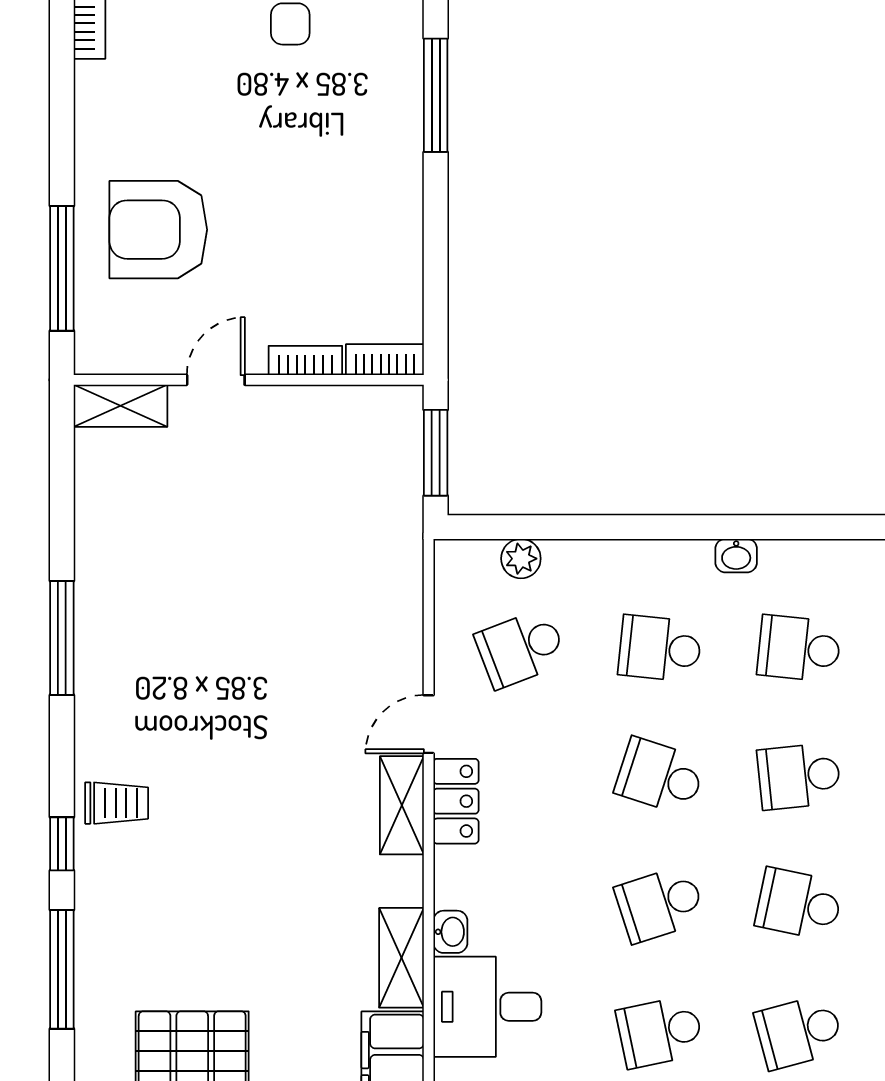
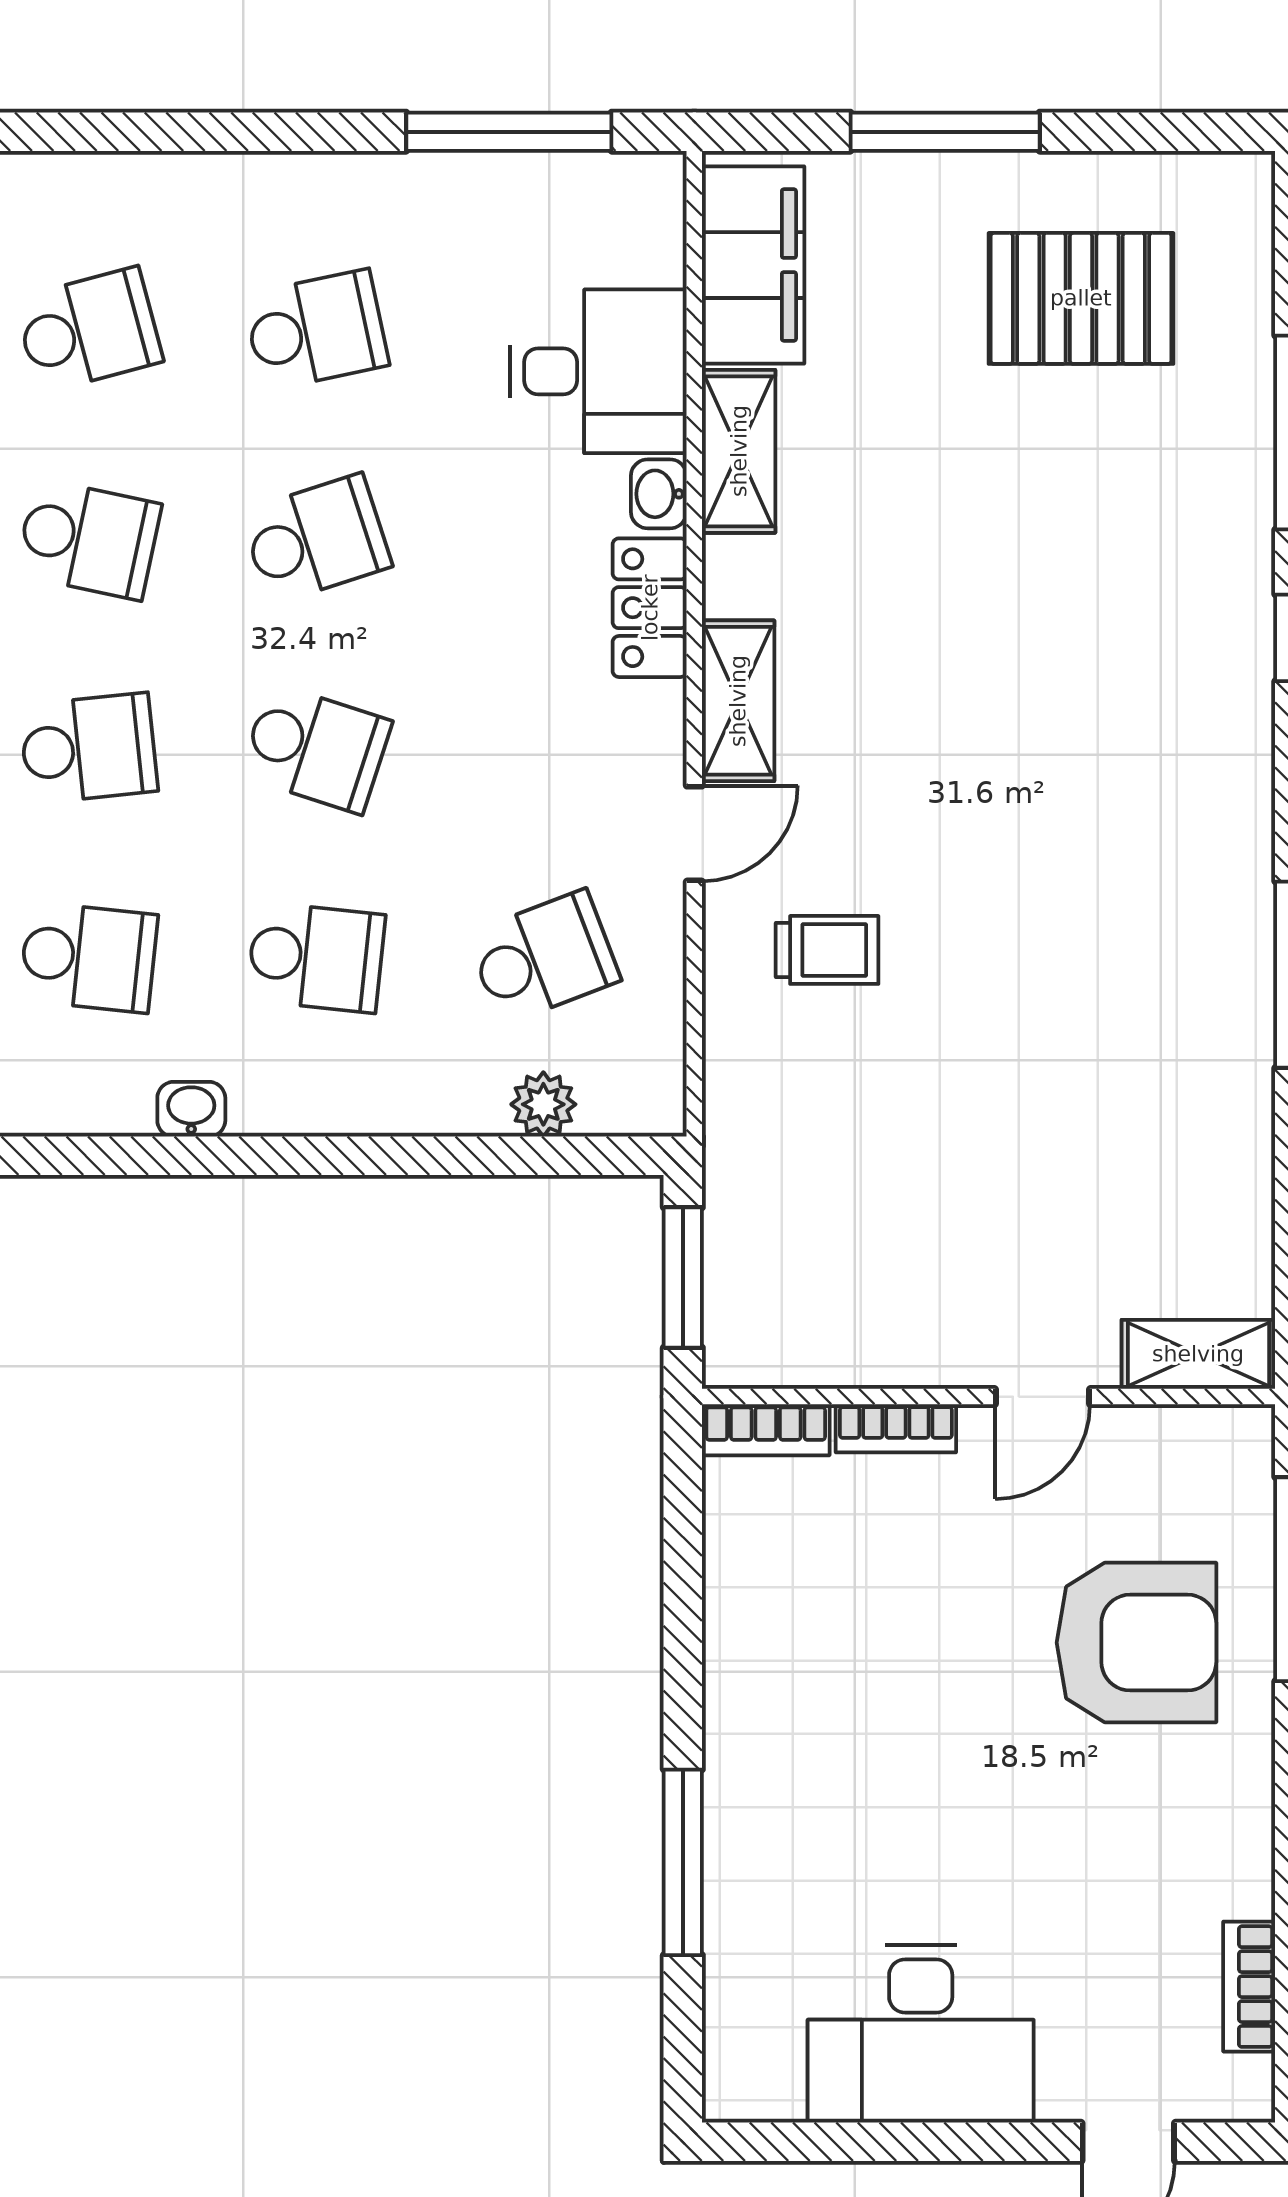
locker: (456, 801) -> (650, 608), moved
trolley: (117, 803) -> (827, 950), moved, turned 180

